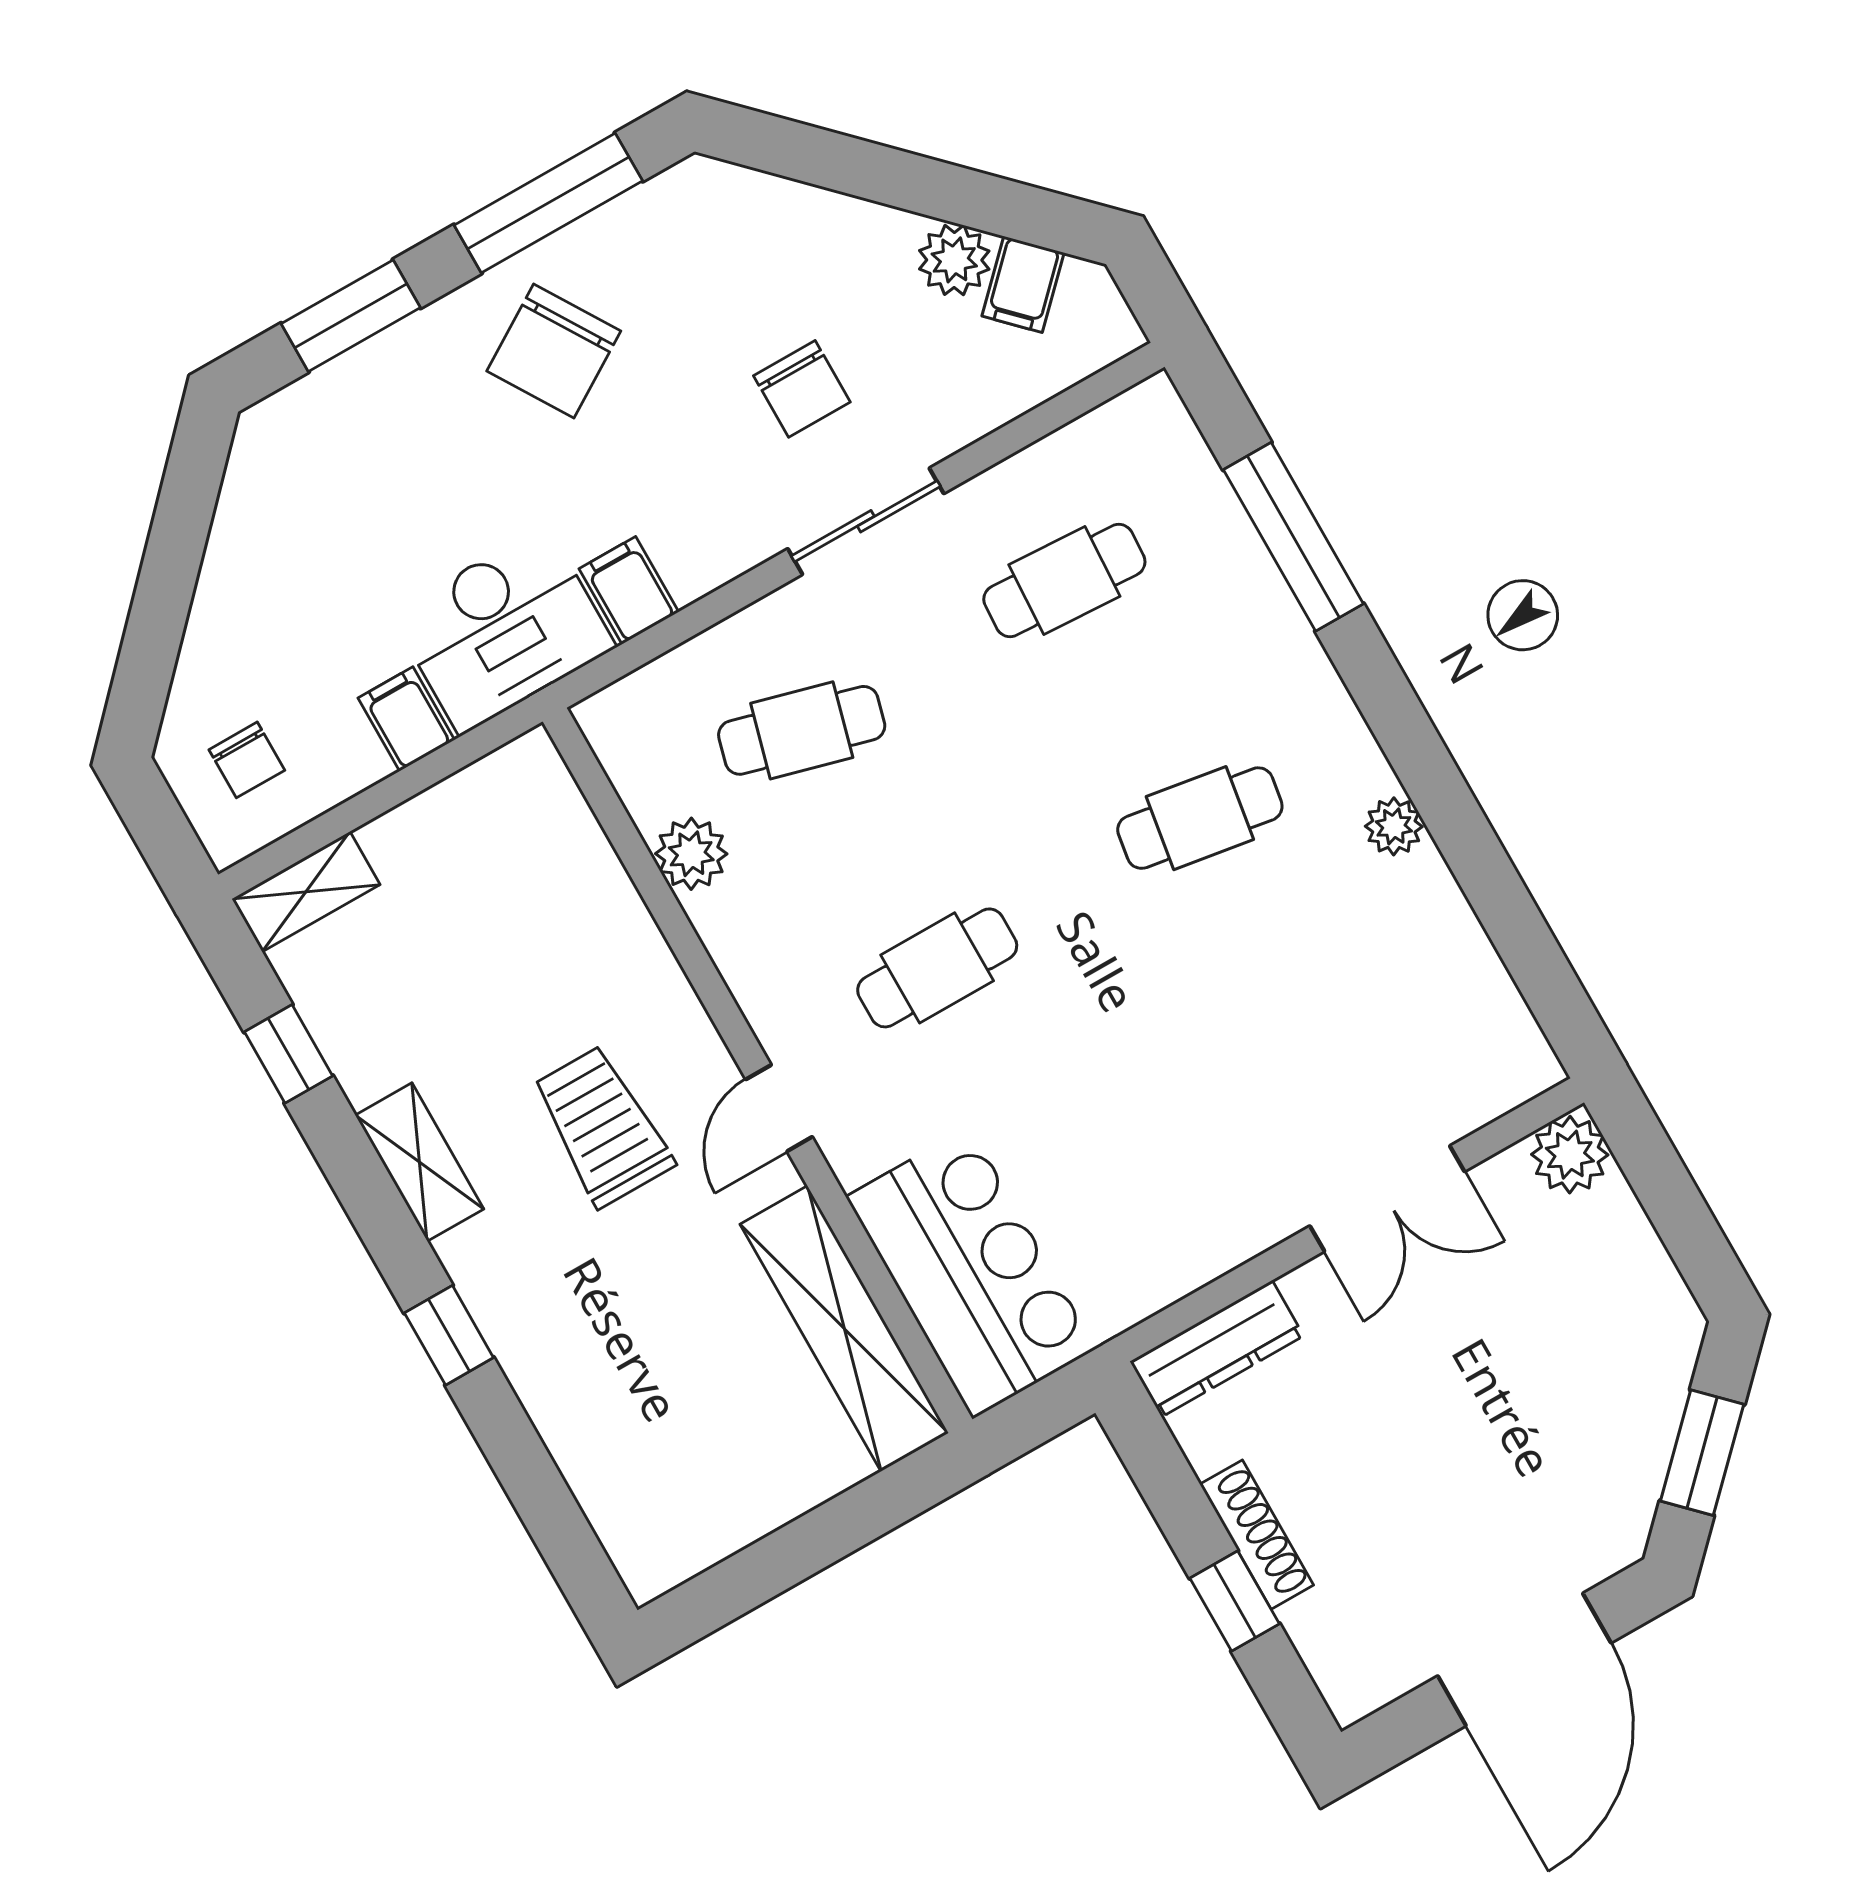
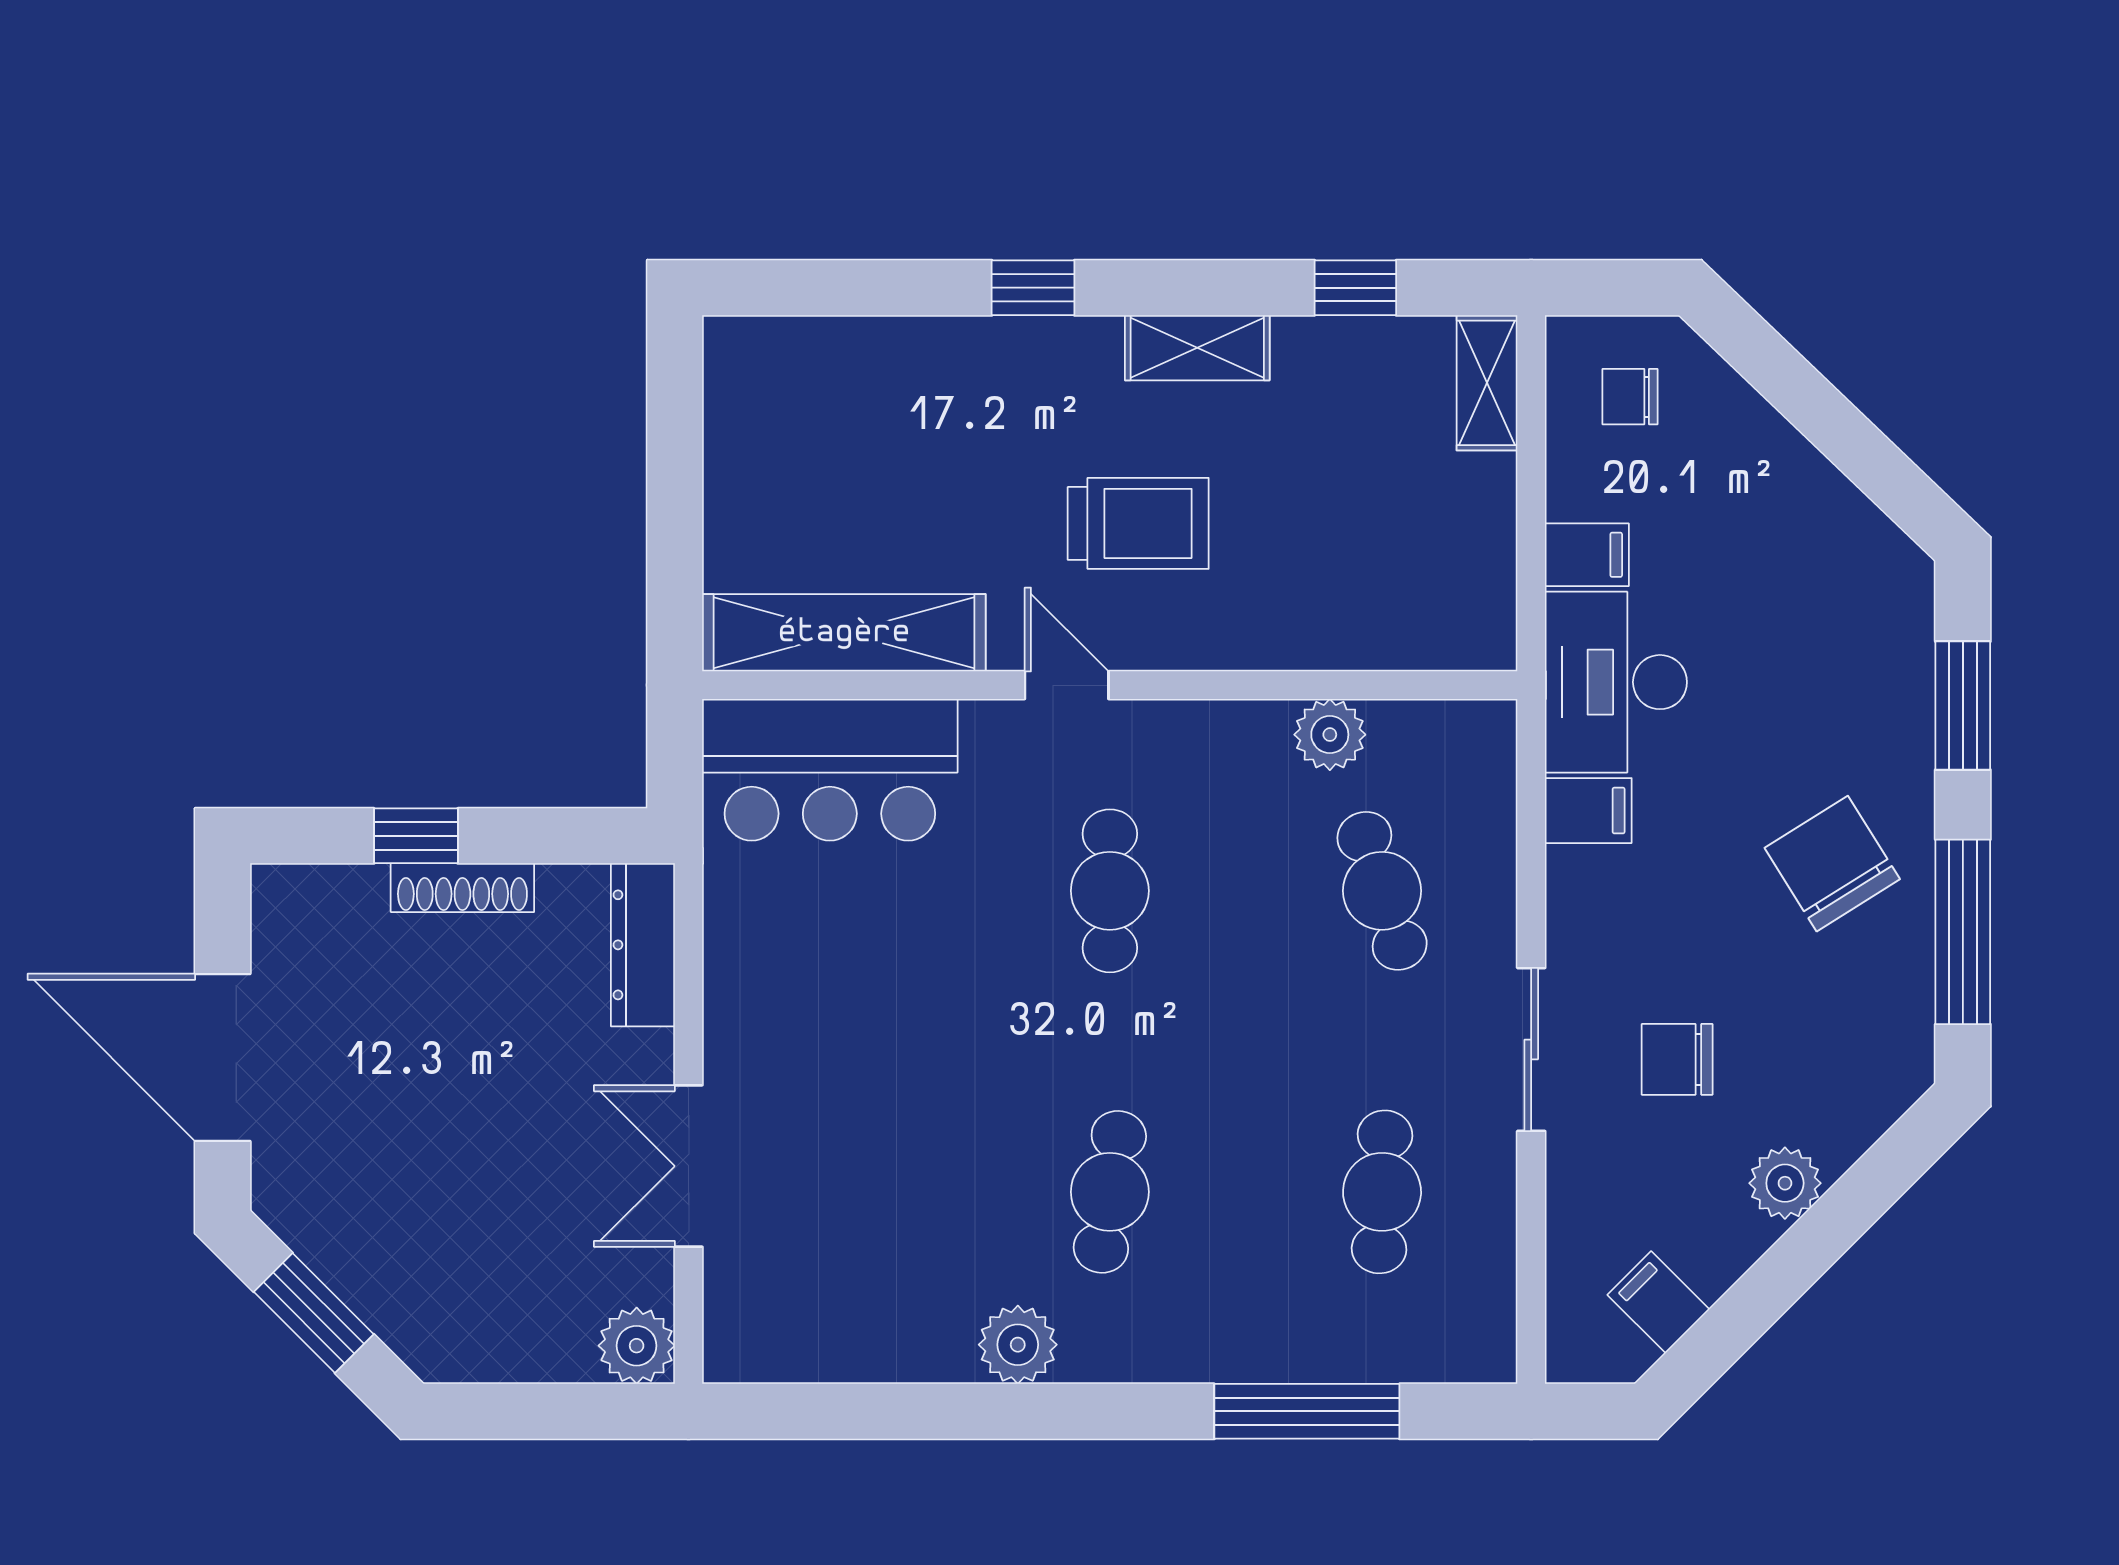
plant: (954, 260) -> (1785, 1183), moved
cafe table: (802, 730) -> (1382, 891), turned -33
plant: (1394, 826) -> (1018, 1345), width x1.38, depth x1.38

